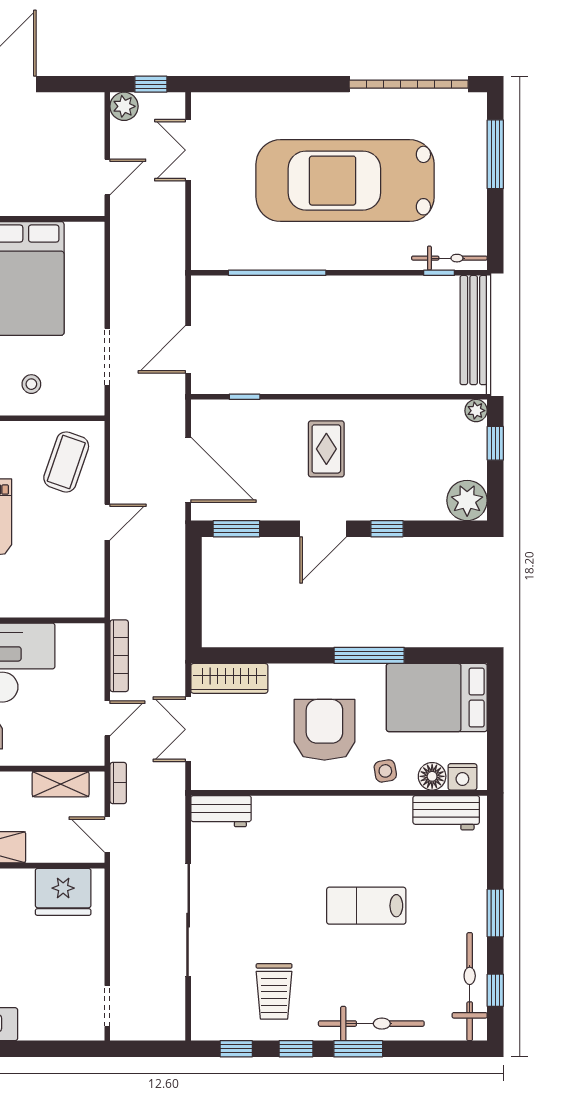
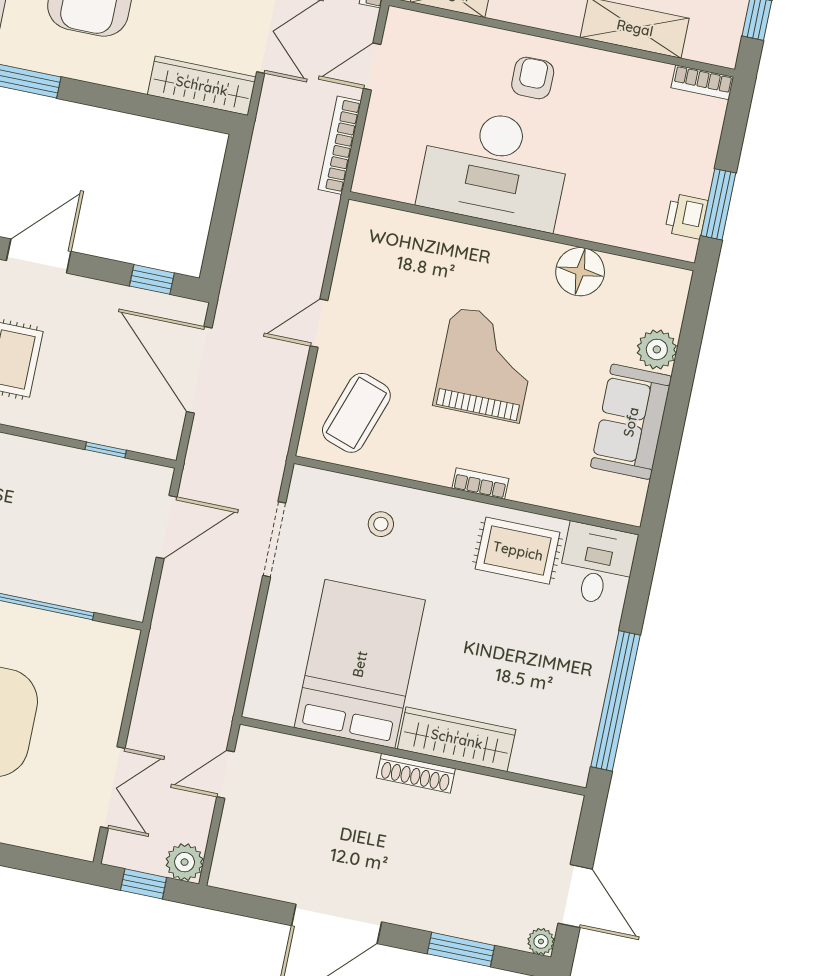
window: (236, 529) -> (152, 279), width x0.67

